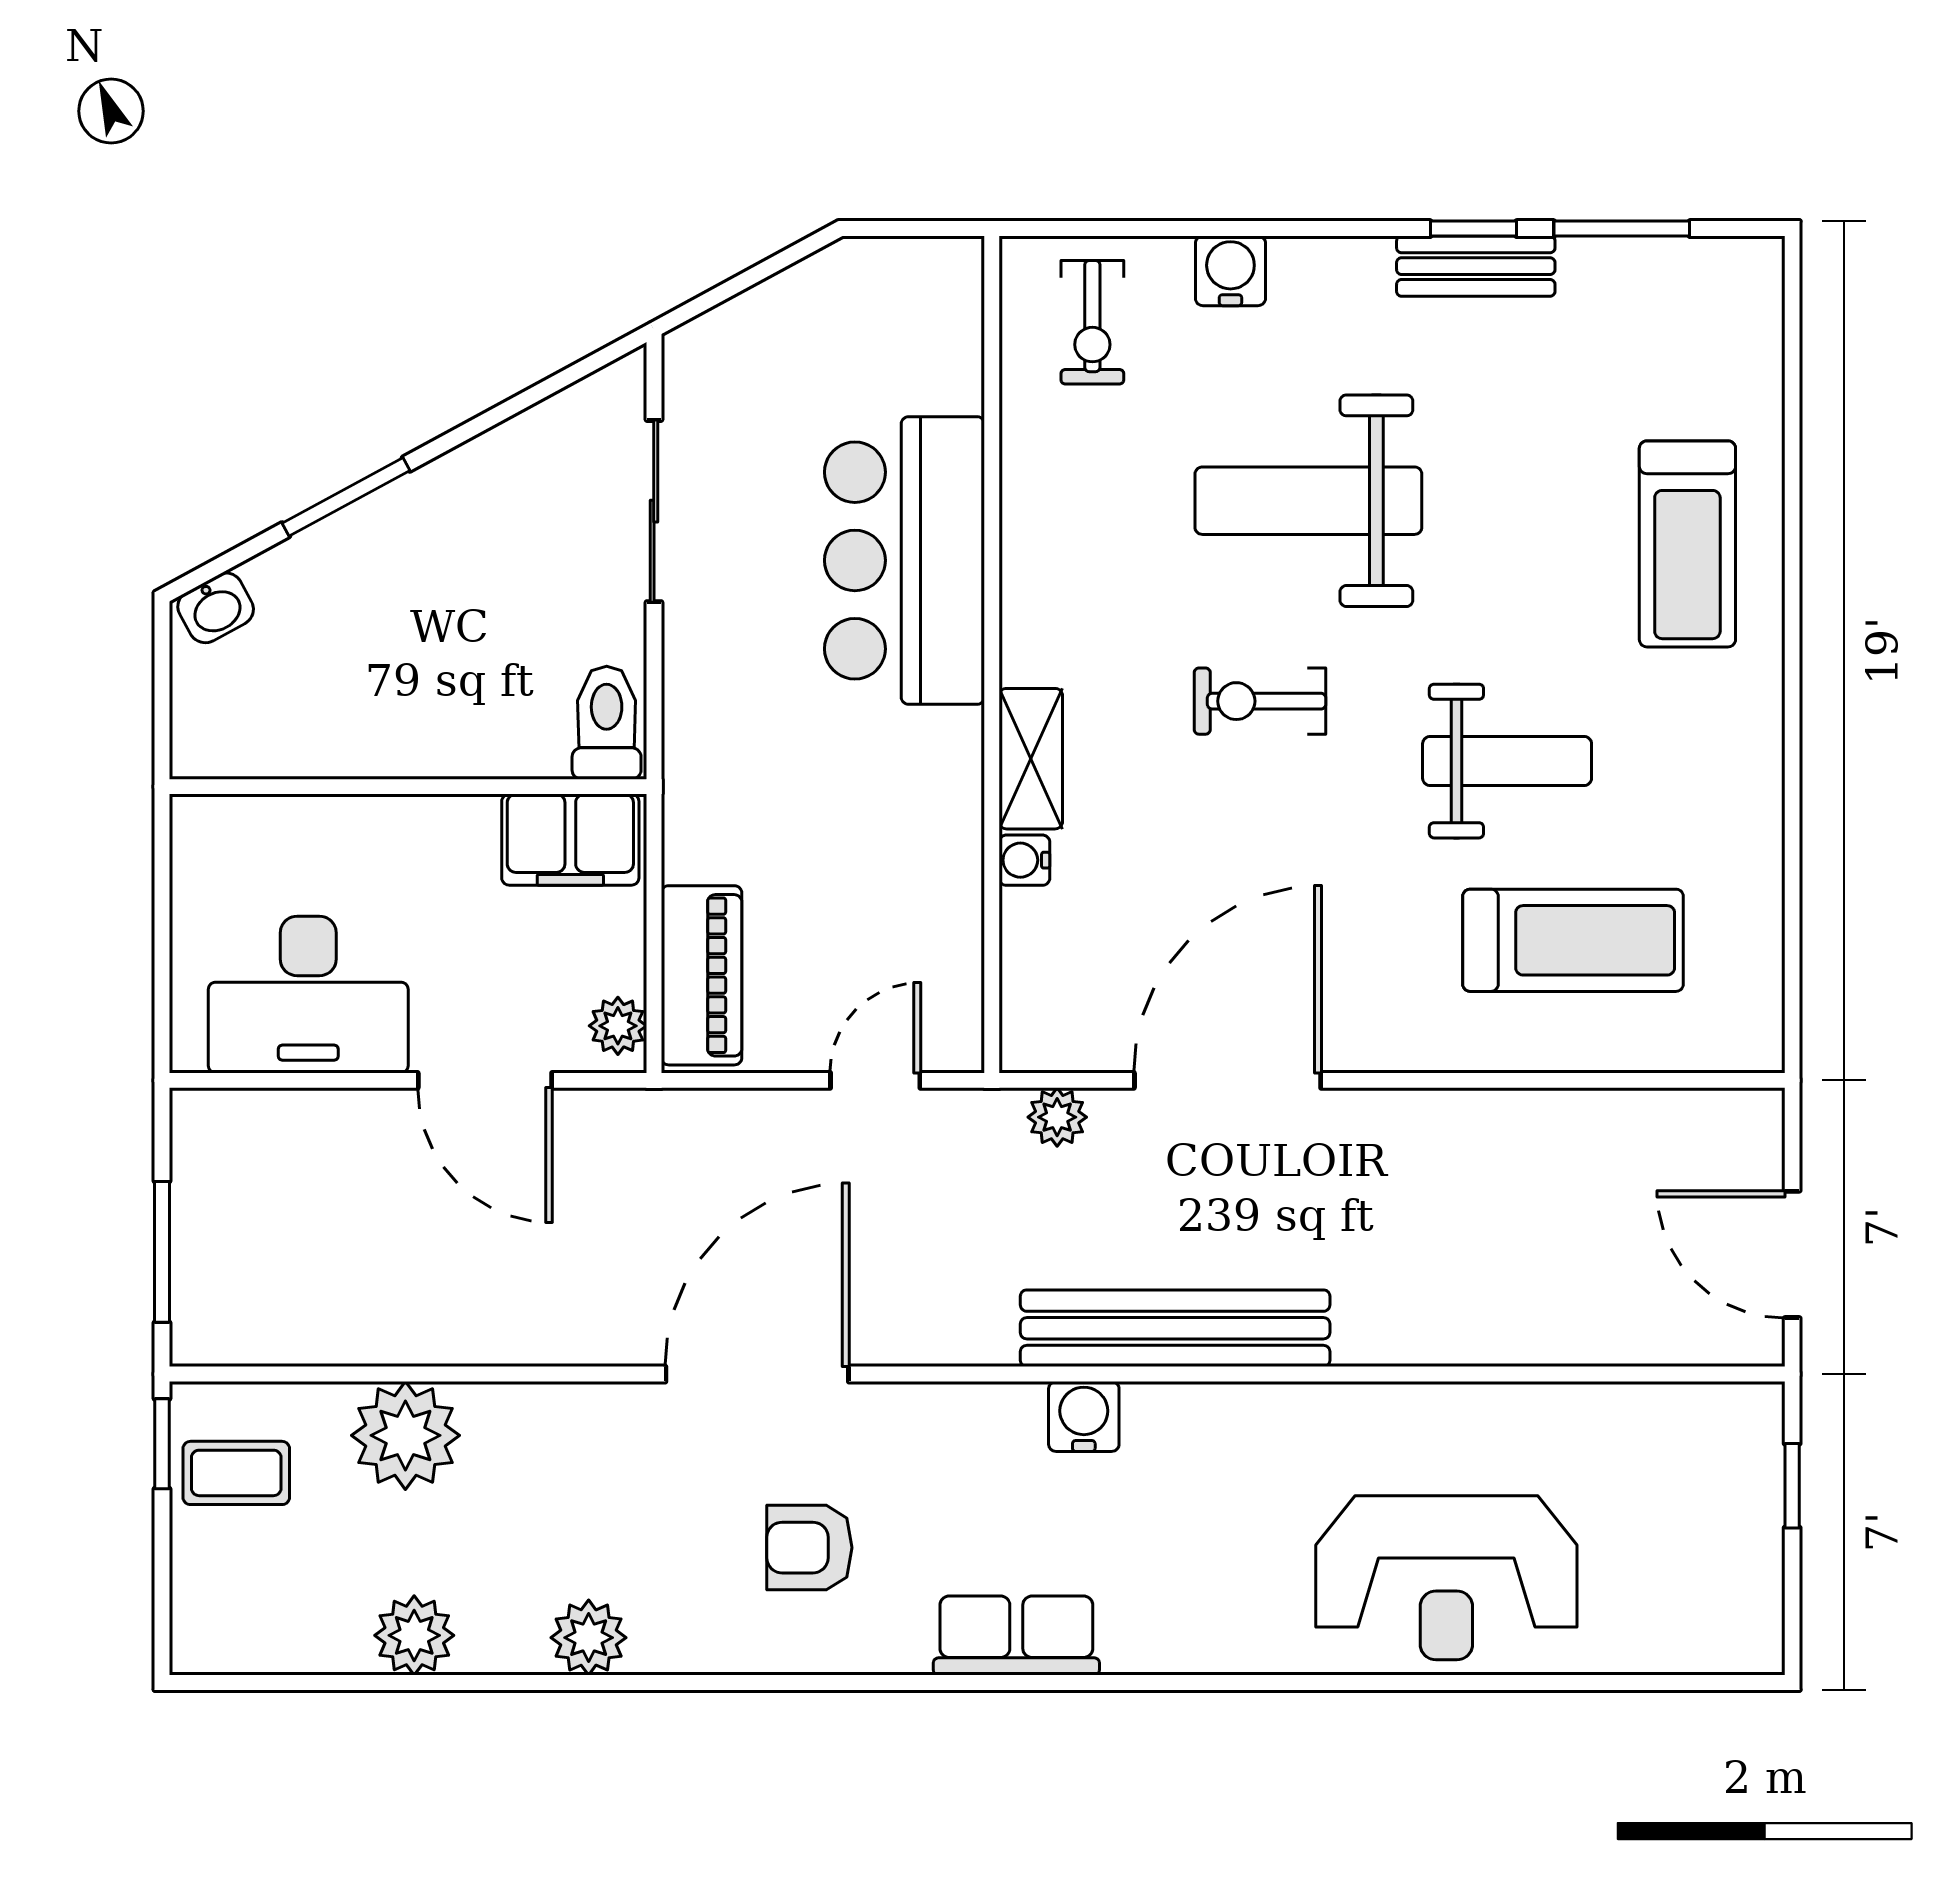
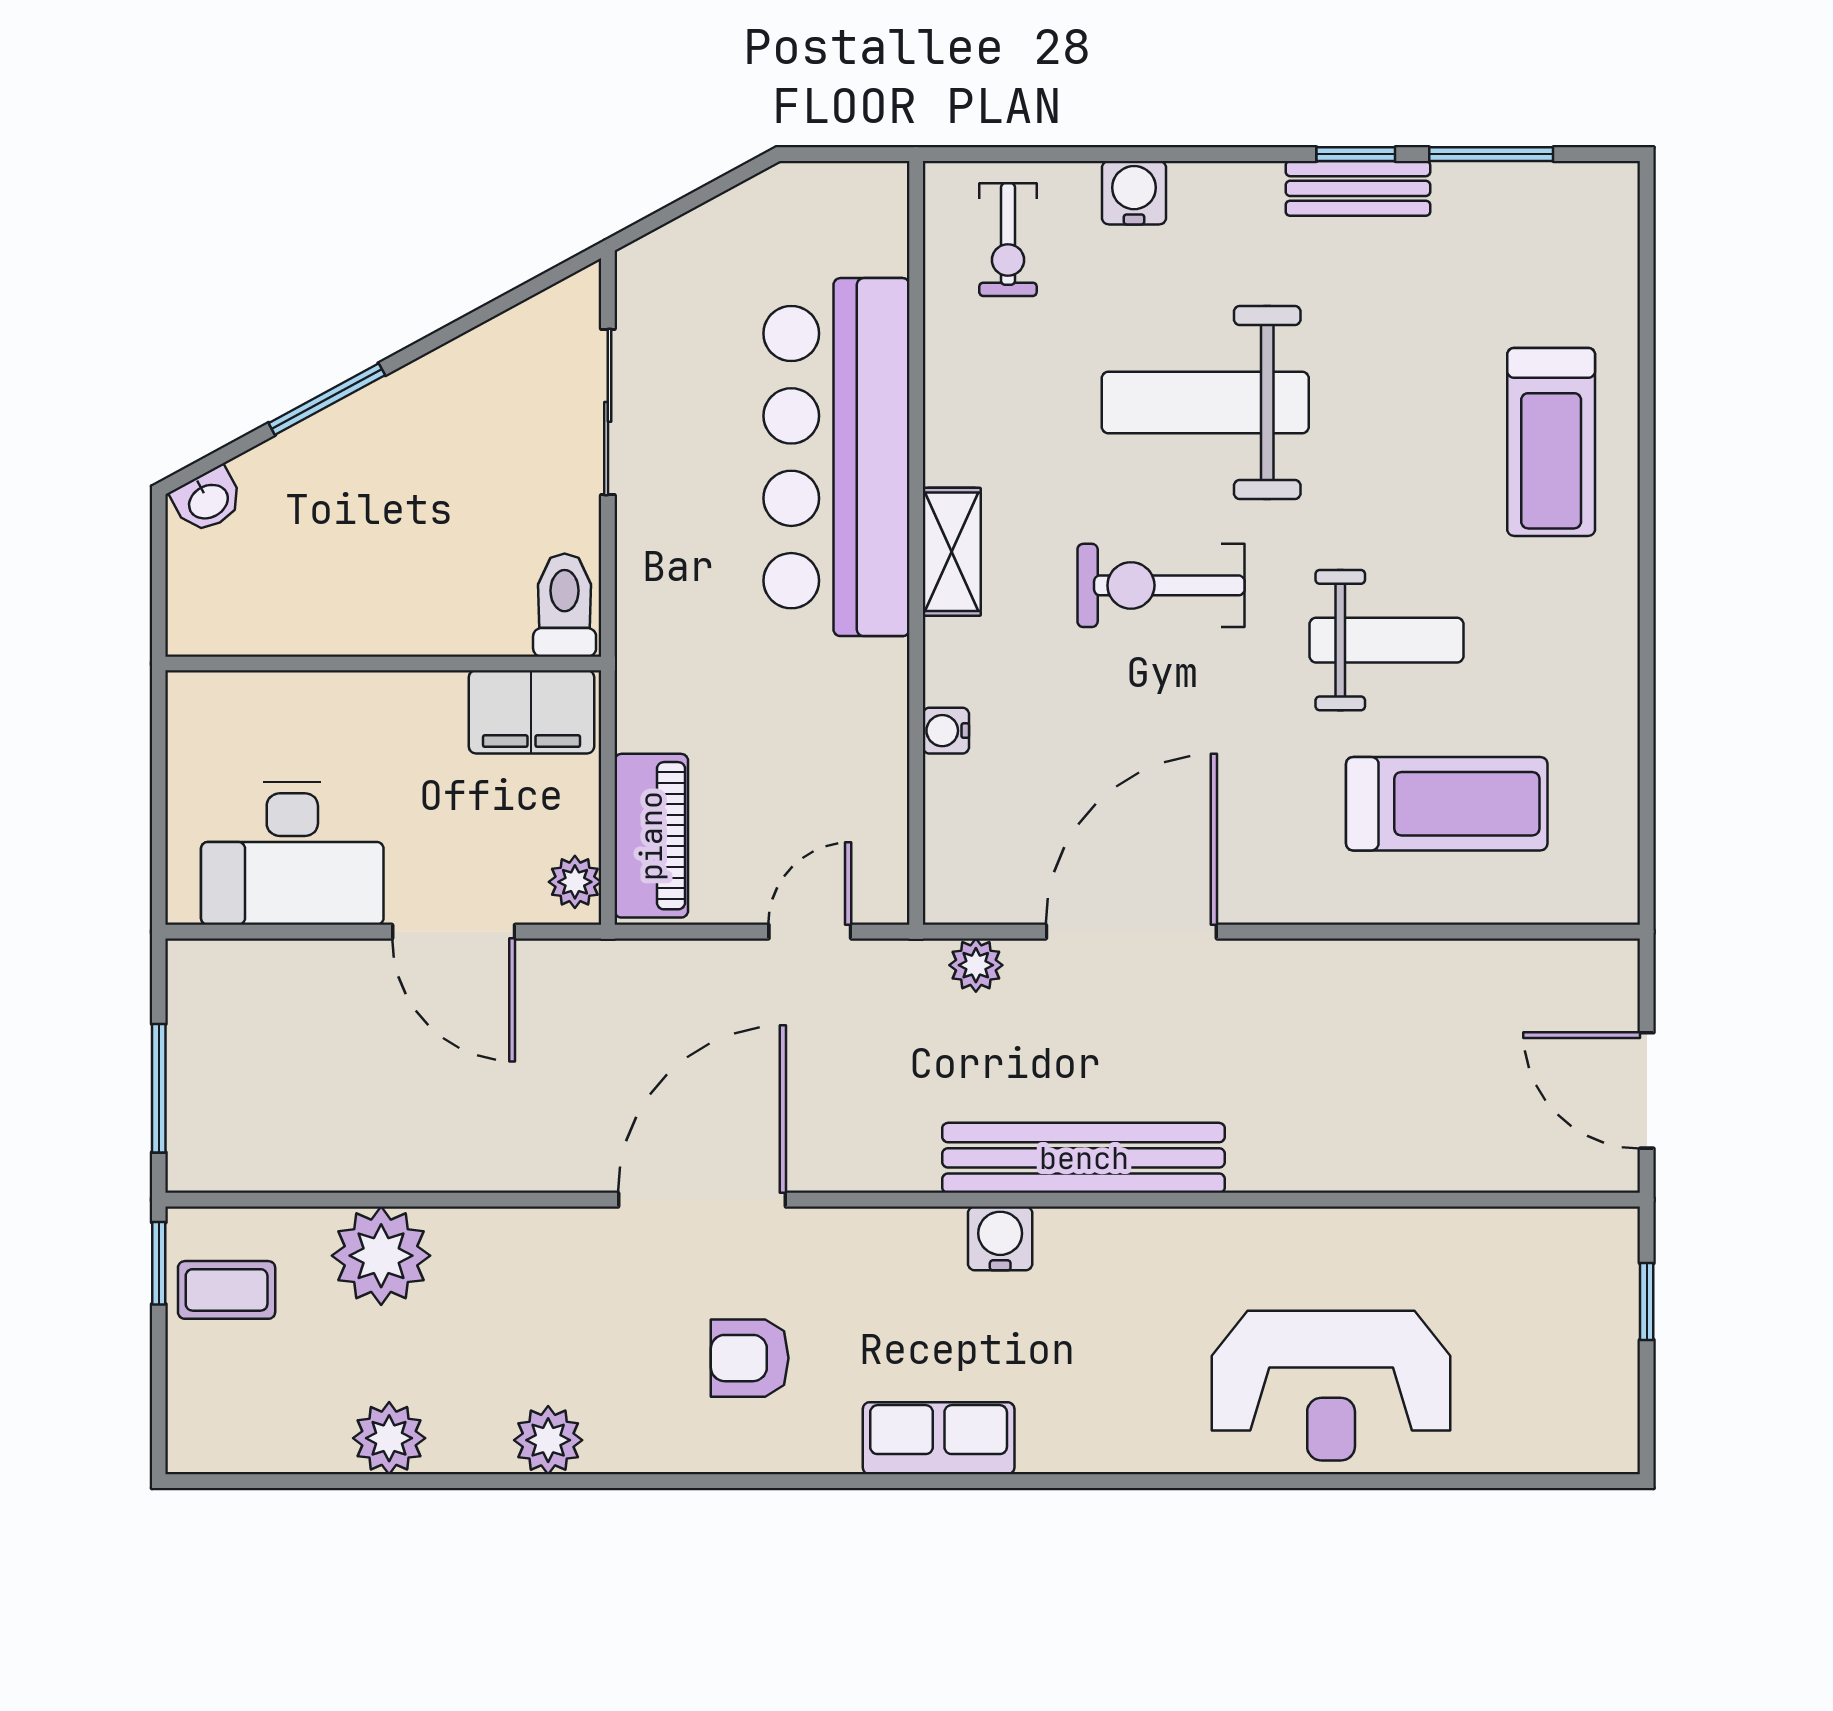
bar counter: (904, 560) -> (836, 457), width x1.36
exercise bike: (1260, 701) -> (1161, 585), width x1.38, depth x1.39
shelving: (1031, 759) -> (952, 552), moved

